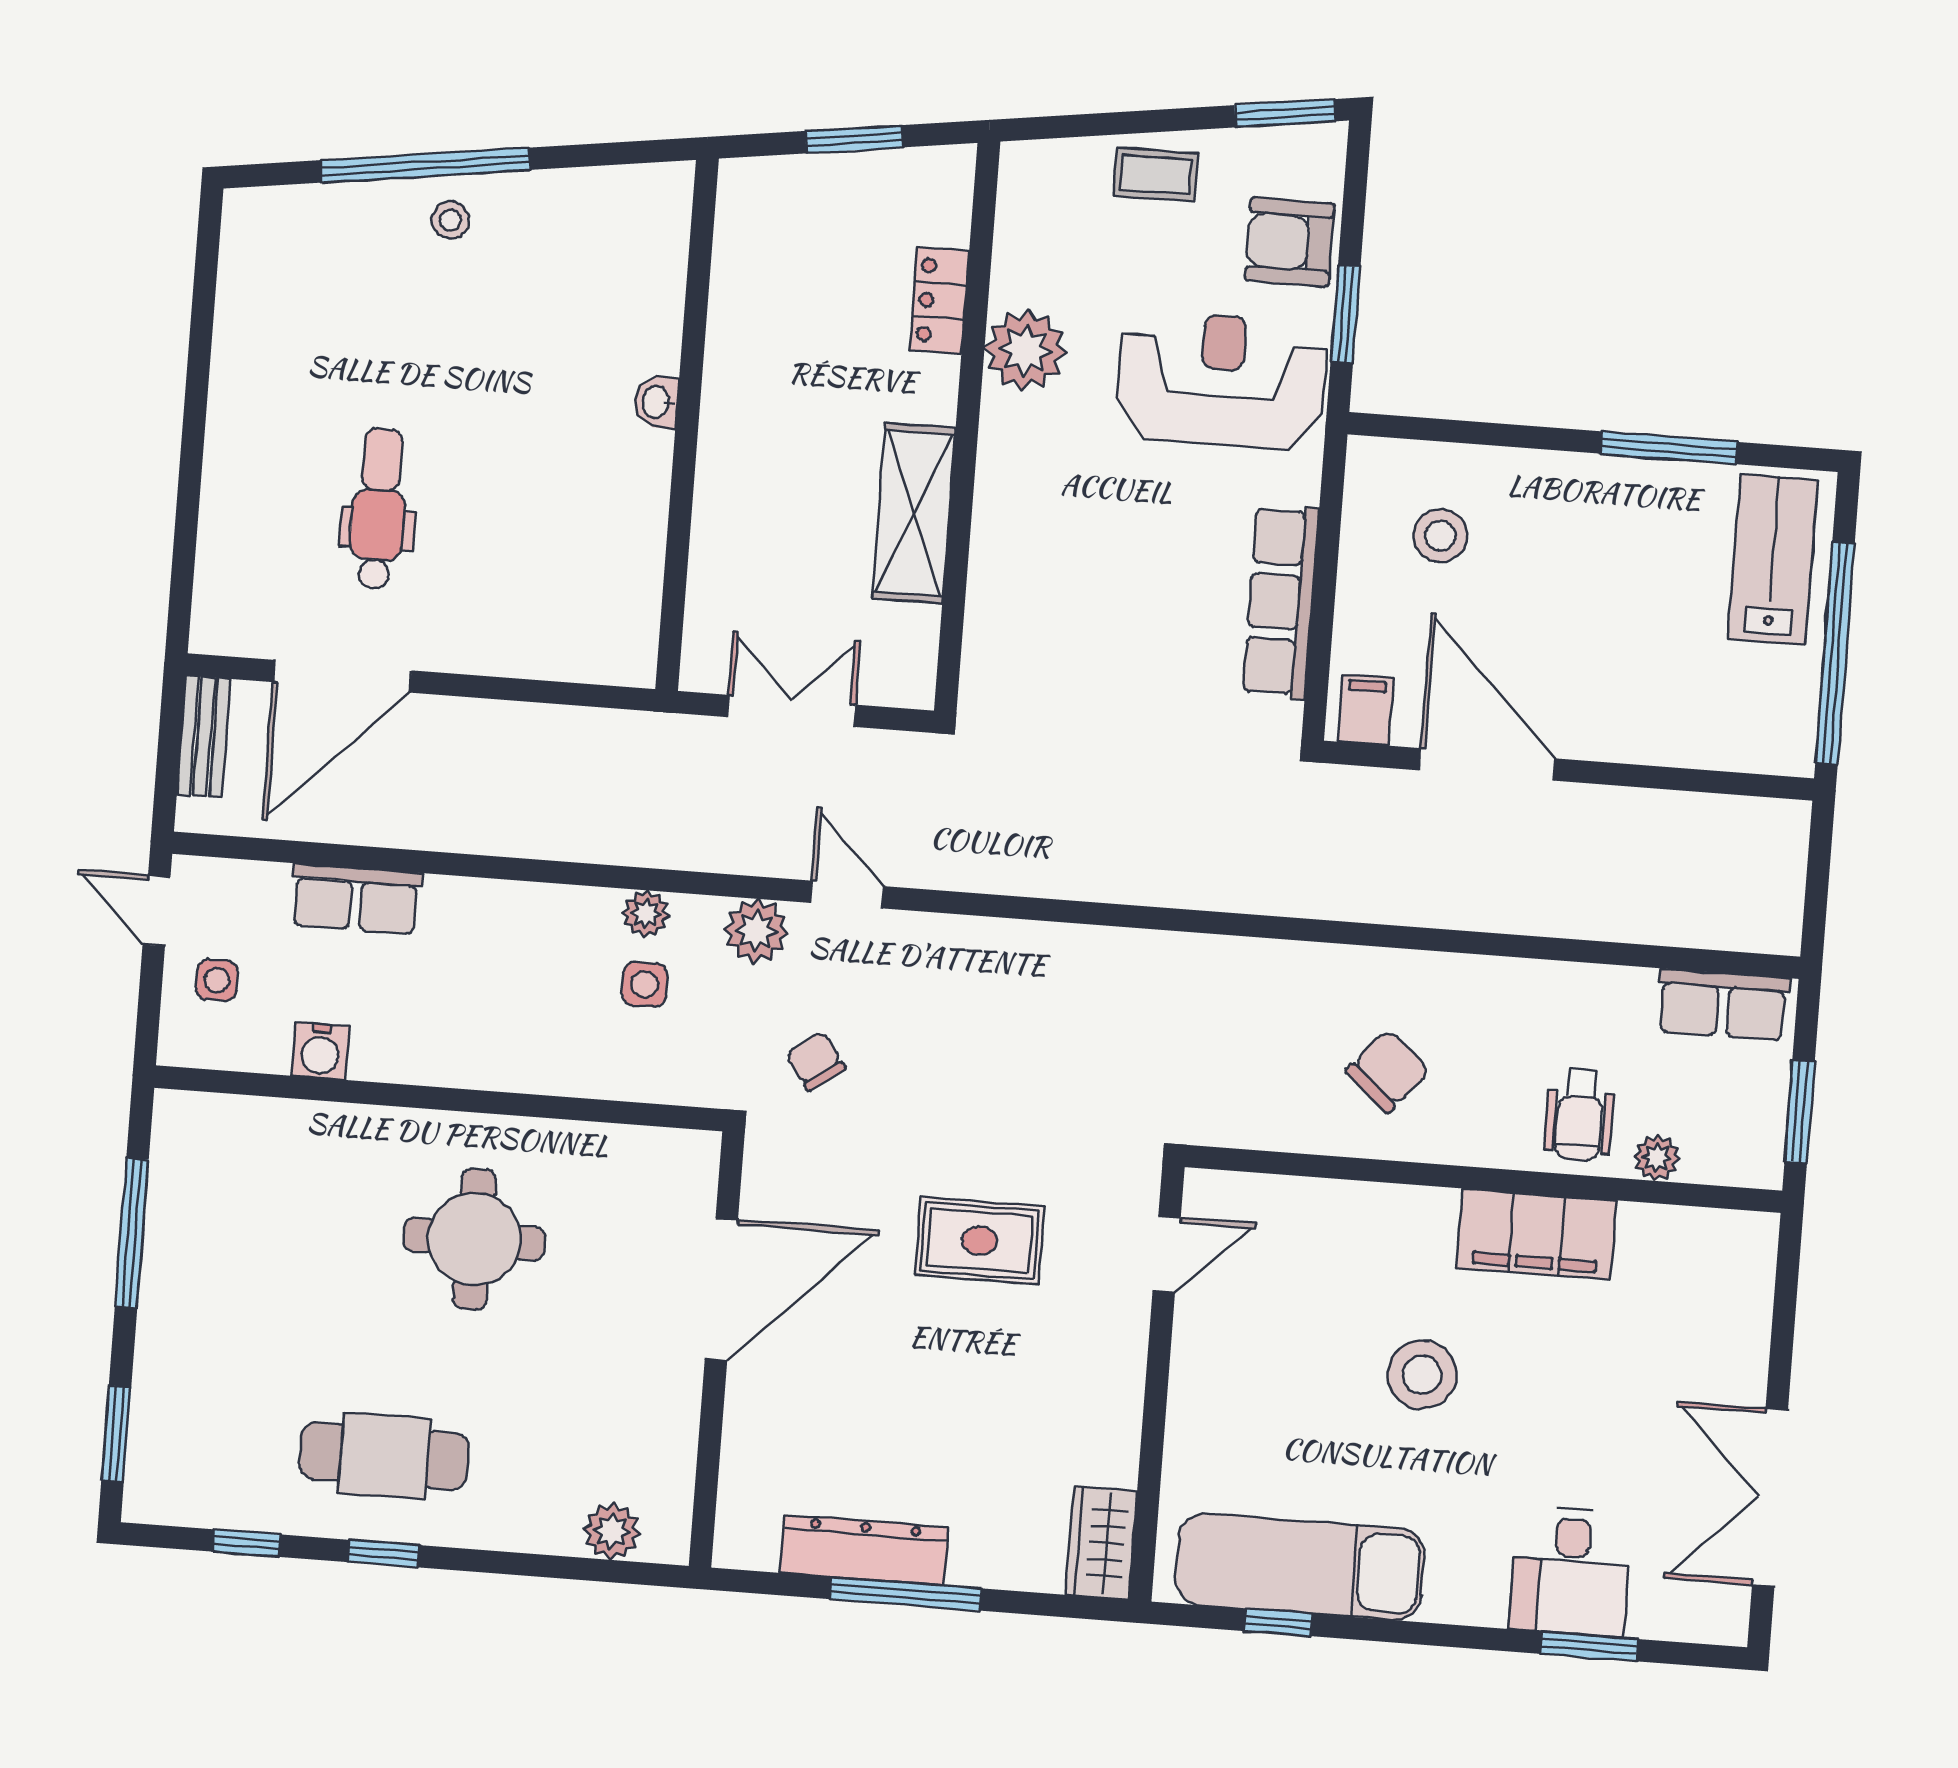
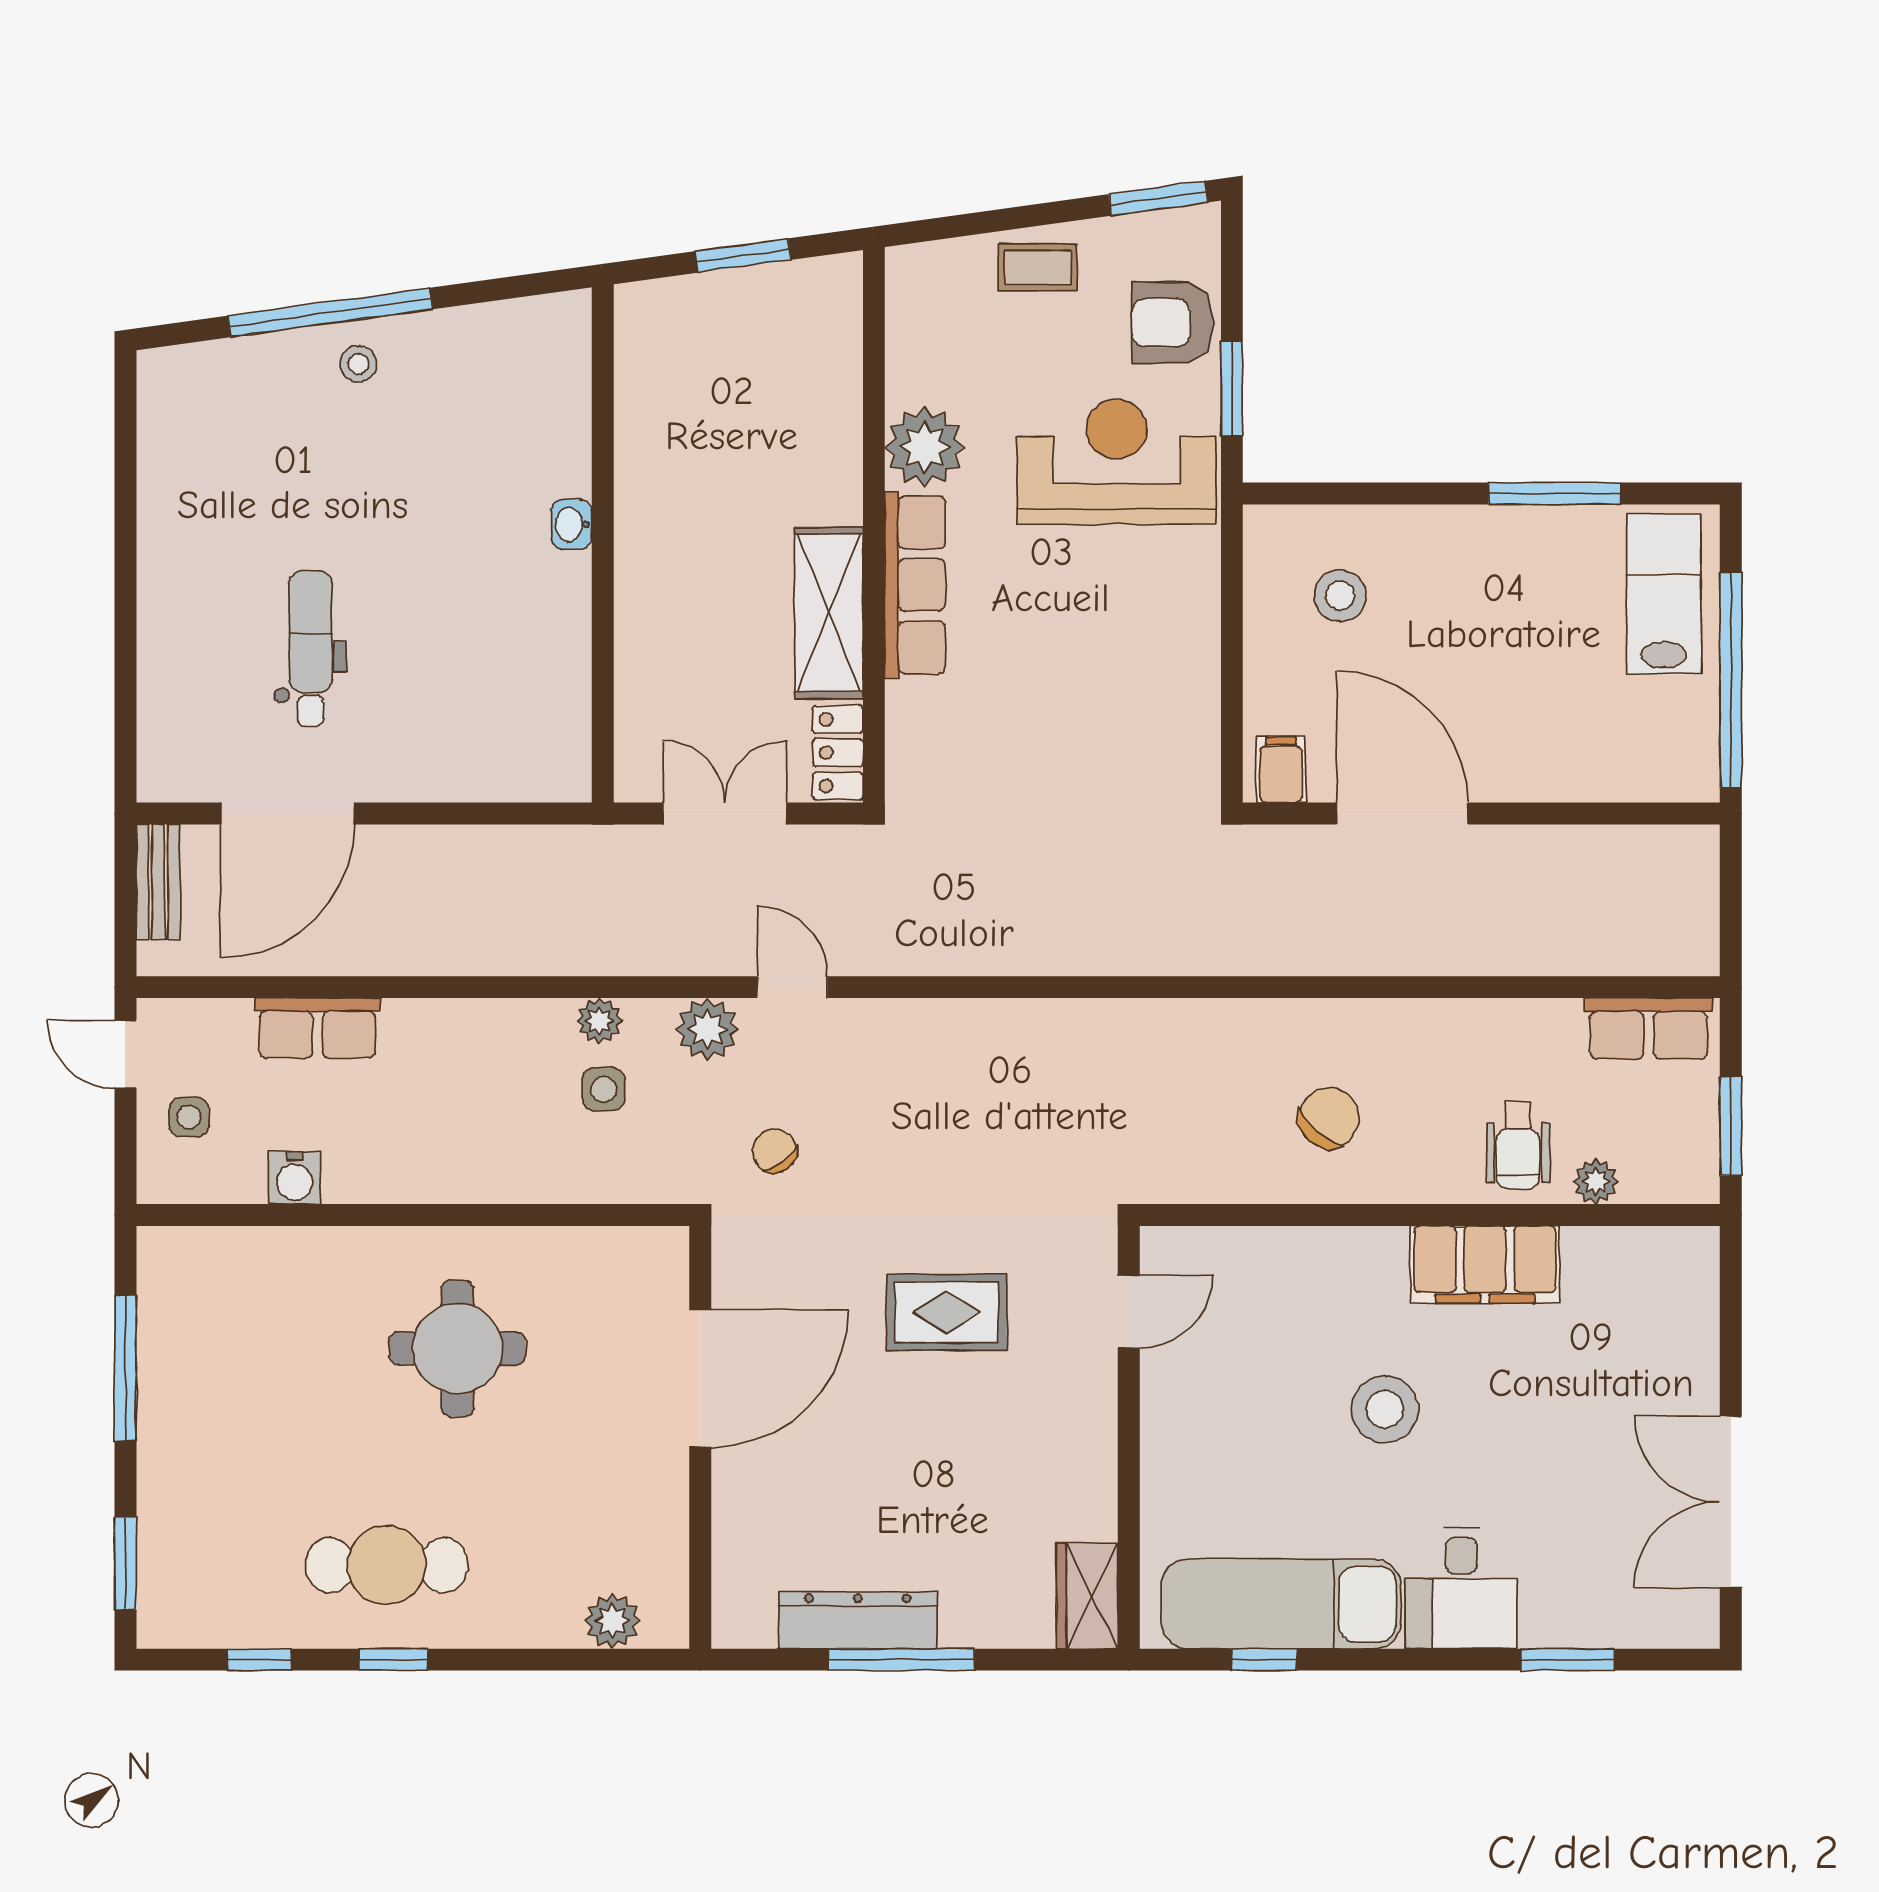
locker: (939, 301) -> (838, 753), moved
row of seats: (1281, 602) -> (915, 585), moved, turned 180
desk: (1571, 1571) -> (1461, 1588), moved

